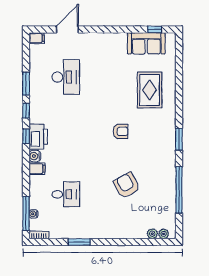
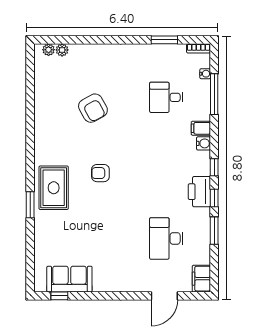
filing cabinet: (37, 38) -> (201, 279), width x2.00
rug: (150, 90) -> (54, 188), moved
printer: (38, 137) -> (199, 192), moved
window: (179, 139) -> (30, 205), moved
window: (179, 190) -> (30, 103), removed
window: (26, 214) -> (214, 94), moved
window: (79, 242) -> (164, 40), moved

